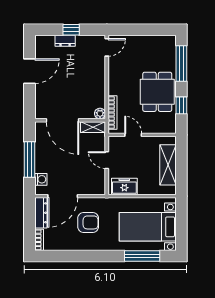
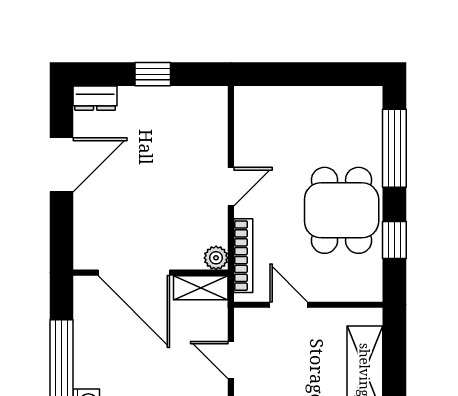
dresser: (65, 41) -> (95, 98), moved
door: (107, 47) -> (231, 187), moved

